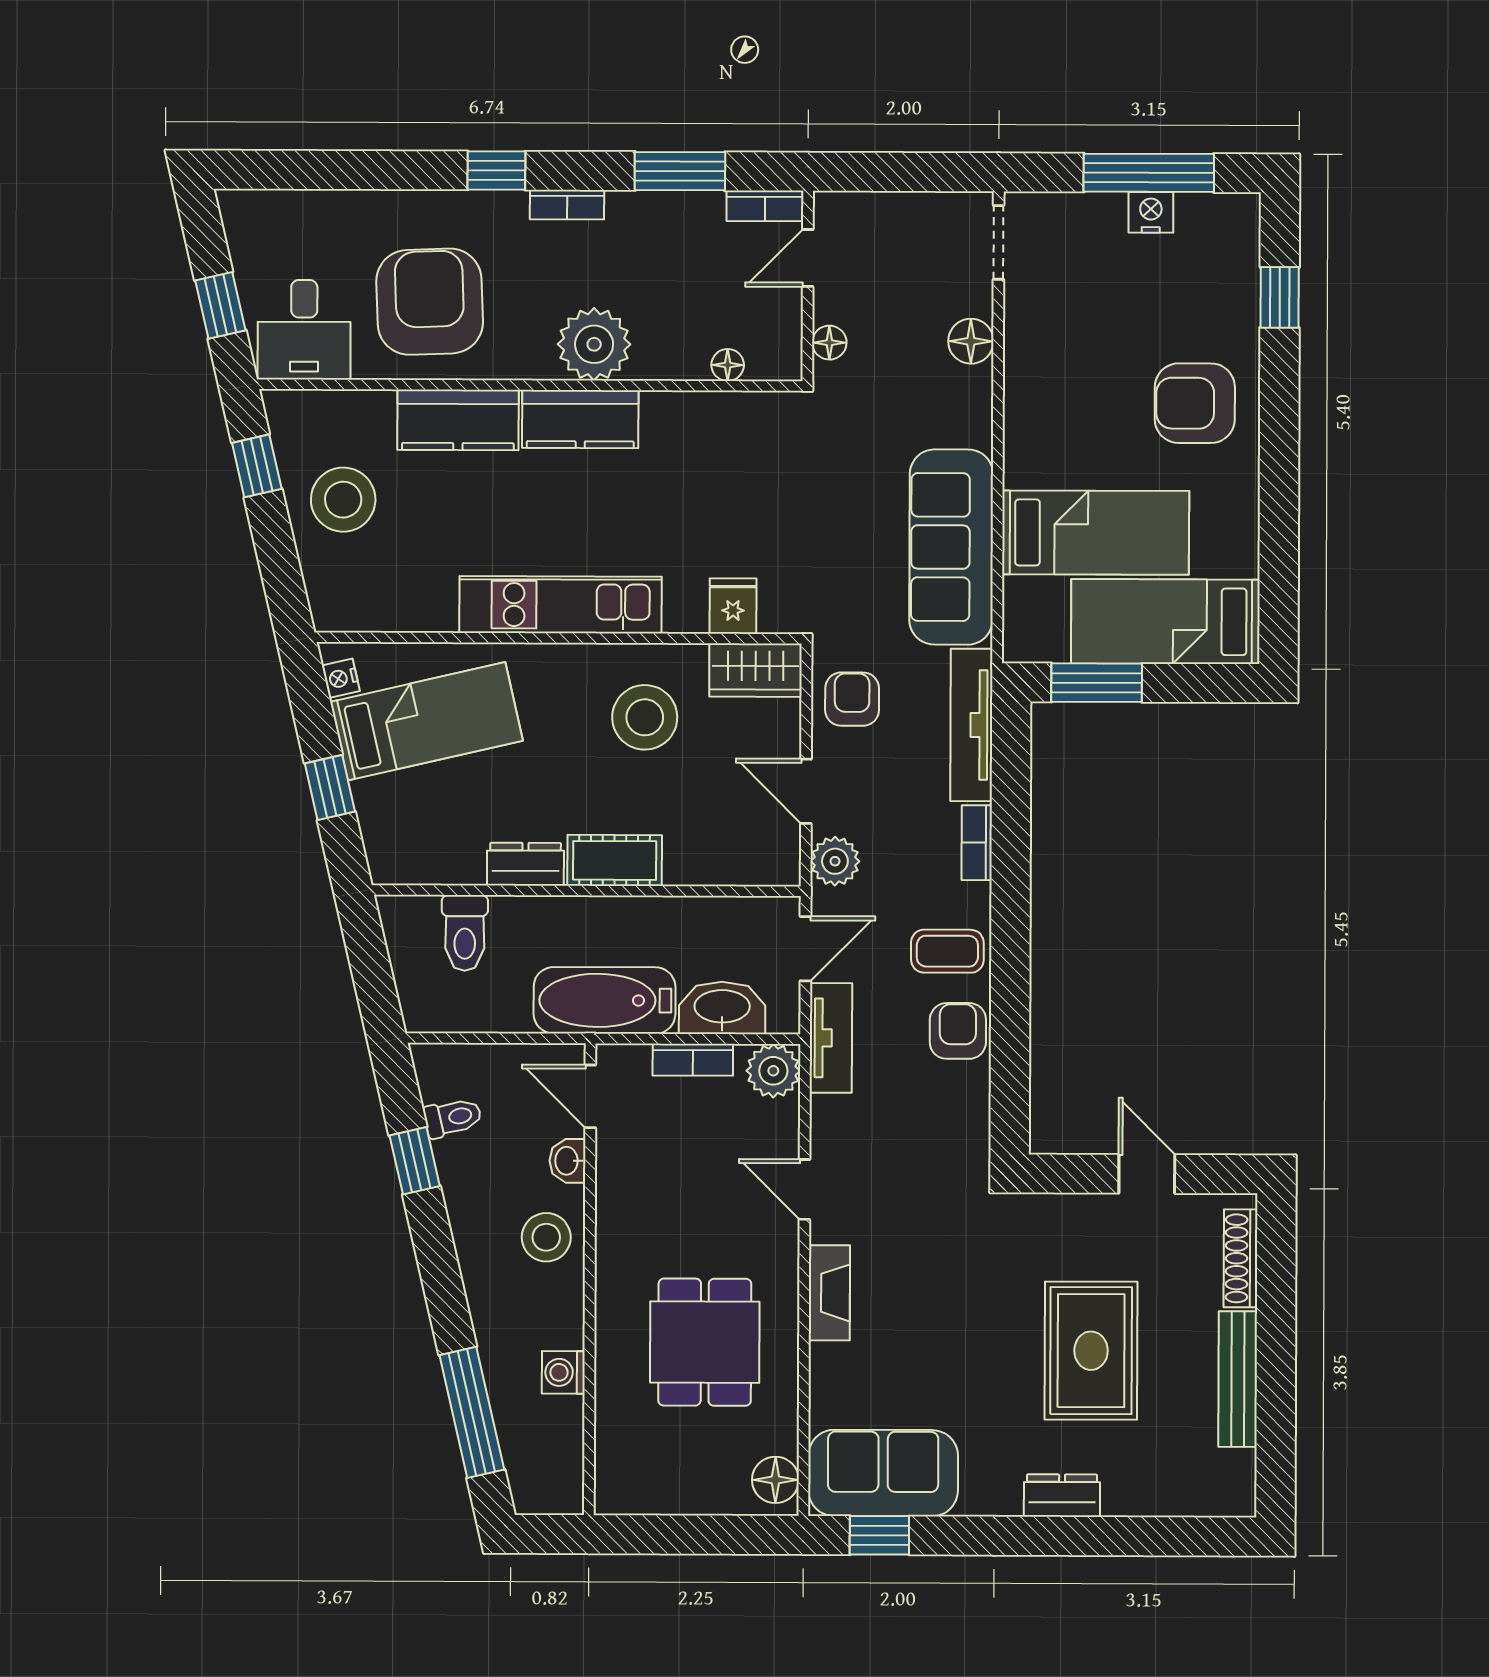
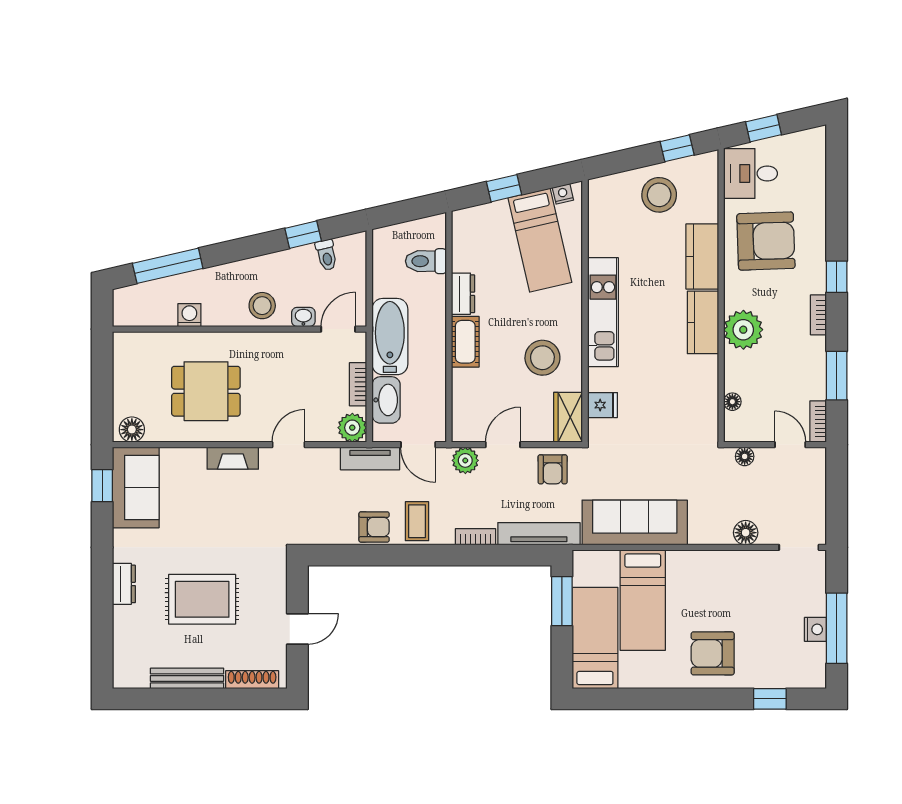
armchair: (1195, 403) -> (713, 653), turned -90
armchair: (852, 699) -> (553, 469), turned 90

